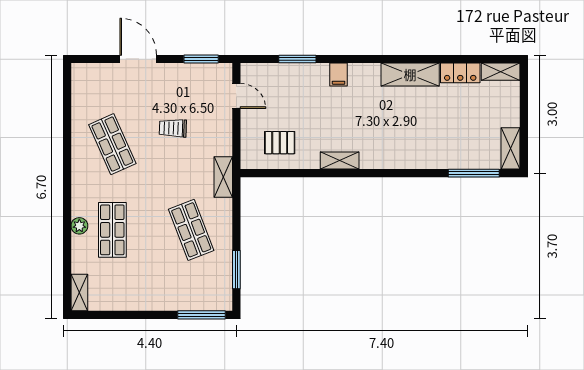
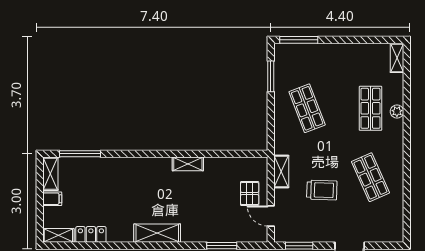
shelving: (410, 74) -> (157, 233), moved
filing cabinet: (339, 75) -> (52, 199), moved, turned 90
trolley: (173, 128) -> (322, 190), width x1.36, depth x1.39
pallet: (280, 143) -> (250, 194), moved, turned 90
shelving: (223, 177) -> (281, 171), moved

